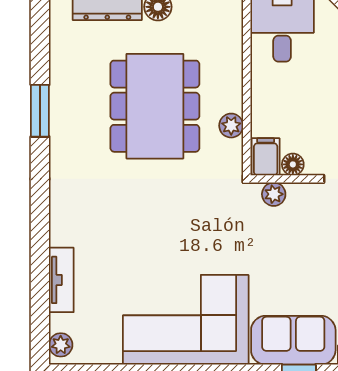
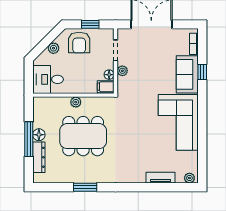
plant: (231, 126) -> (76, 102), moved
plant: (274, 194) -> (122, 71), moved

